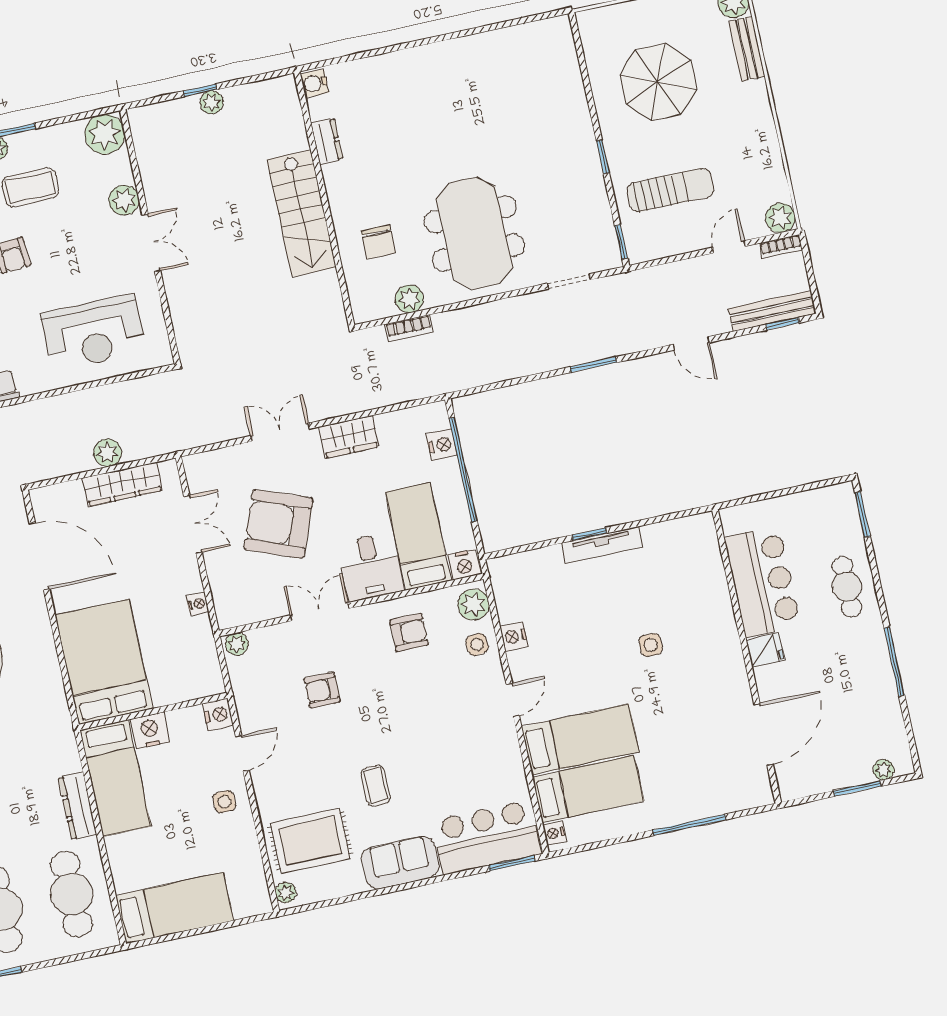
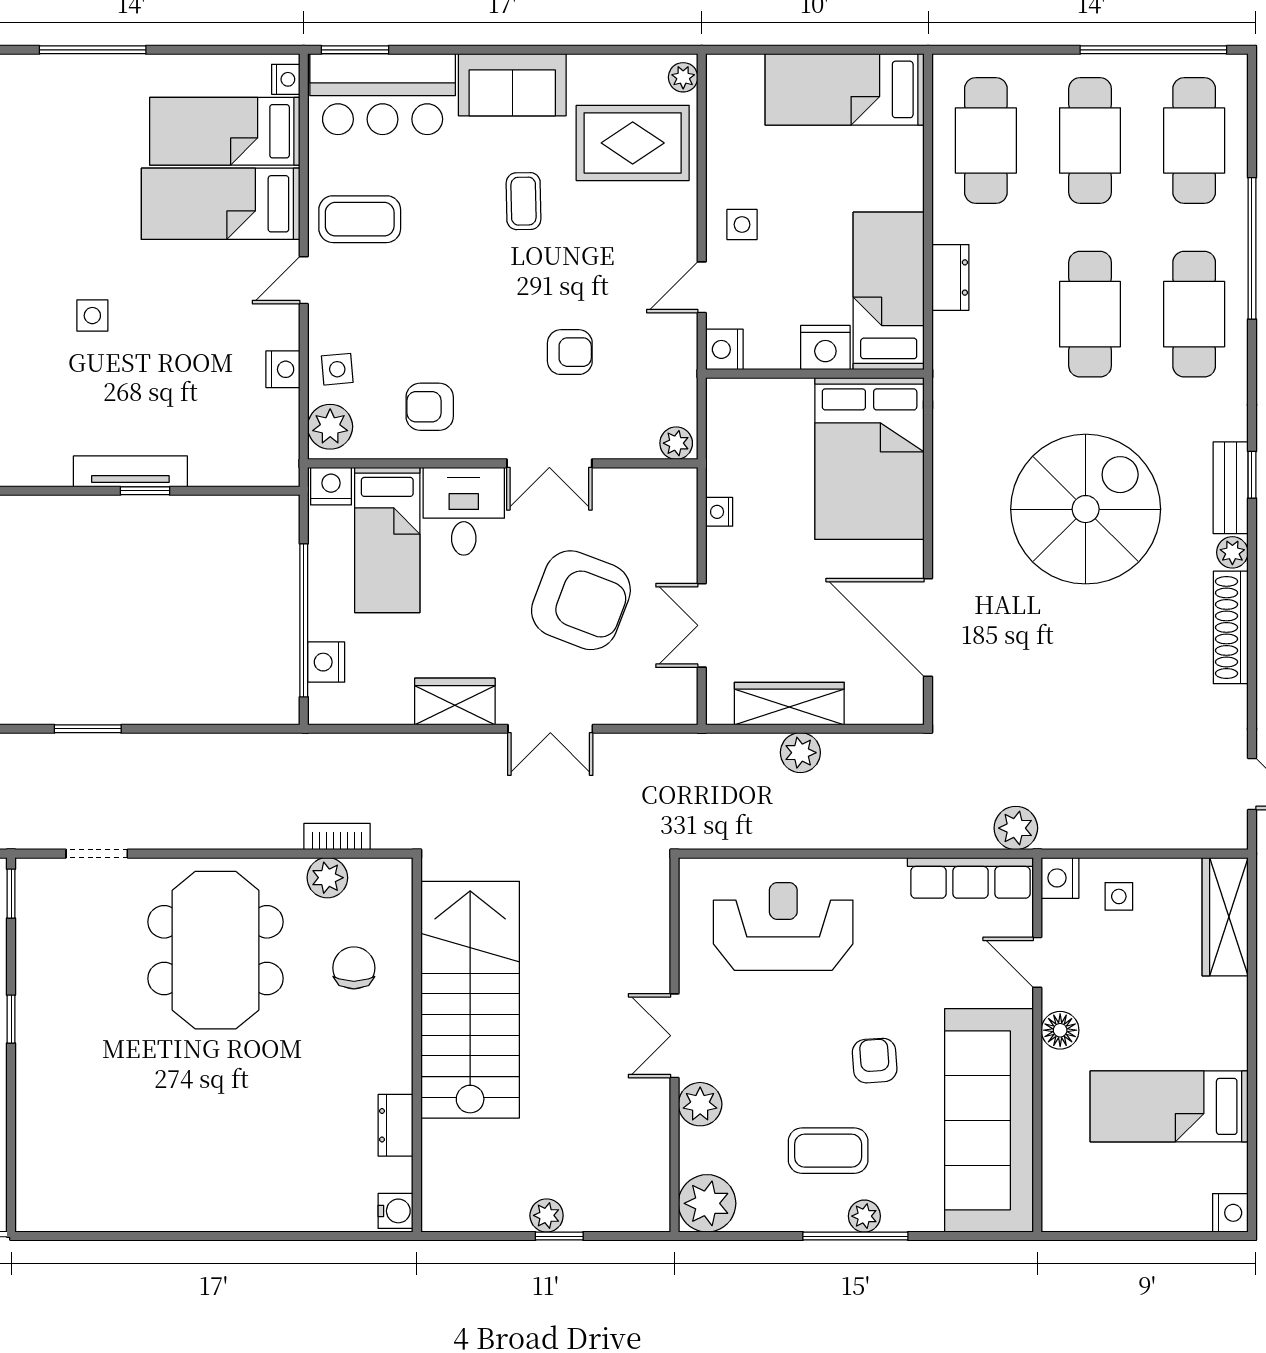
stairs: (301, 213) -> (470, 1000), width x1.36, depth x1.51
coffee table: (484, 749) -> (360, 219), added
dresser: (78, 806) -> (950, 277), width x0.70

